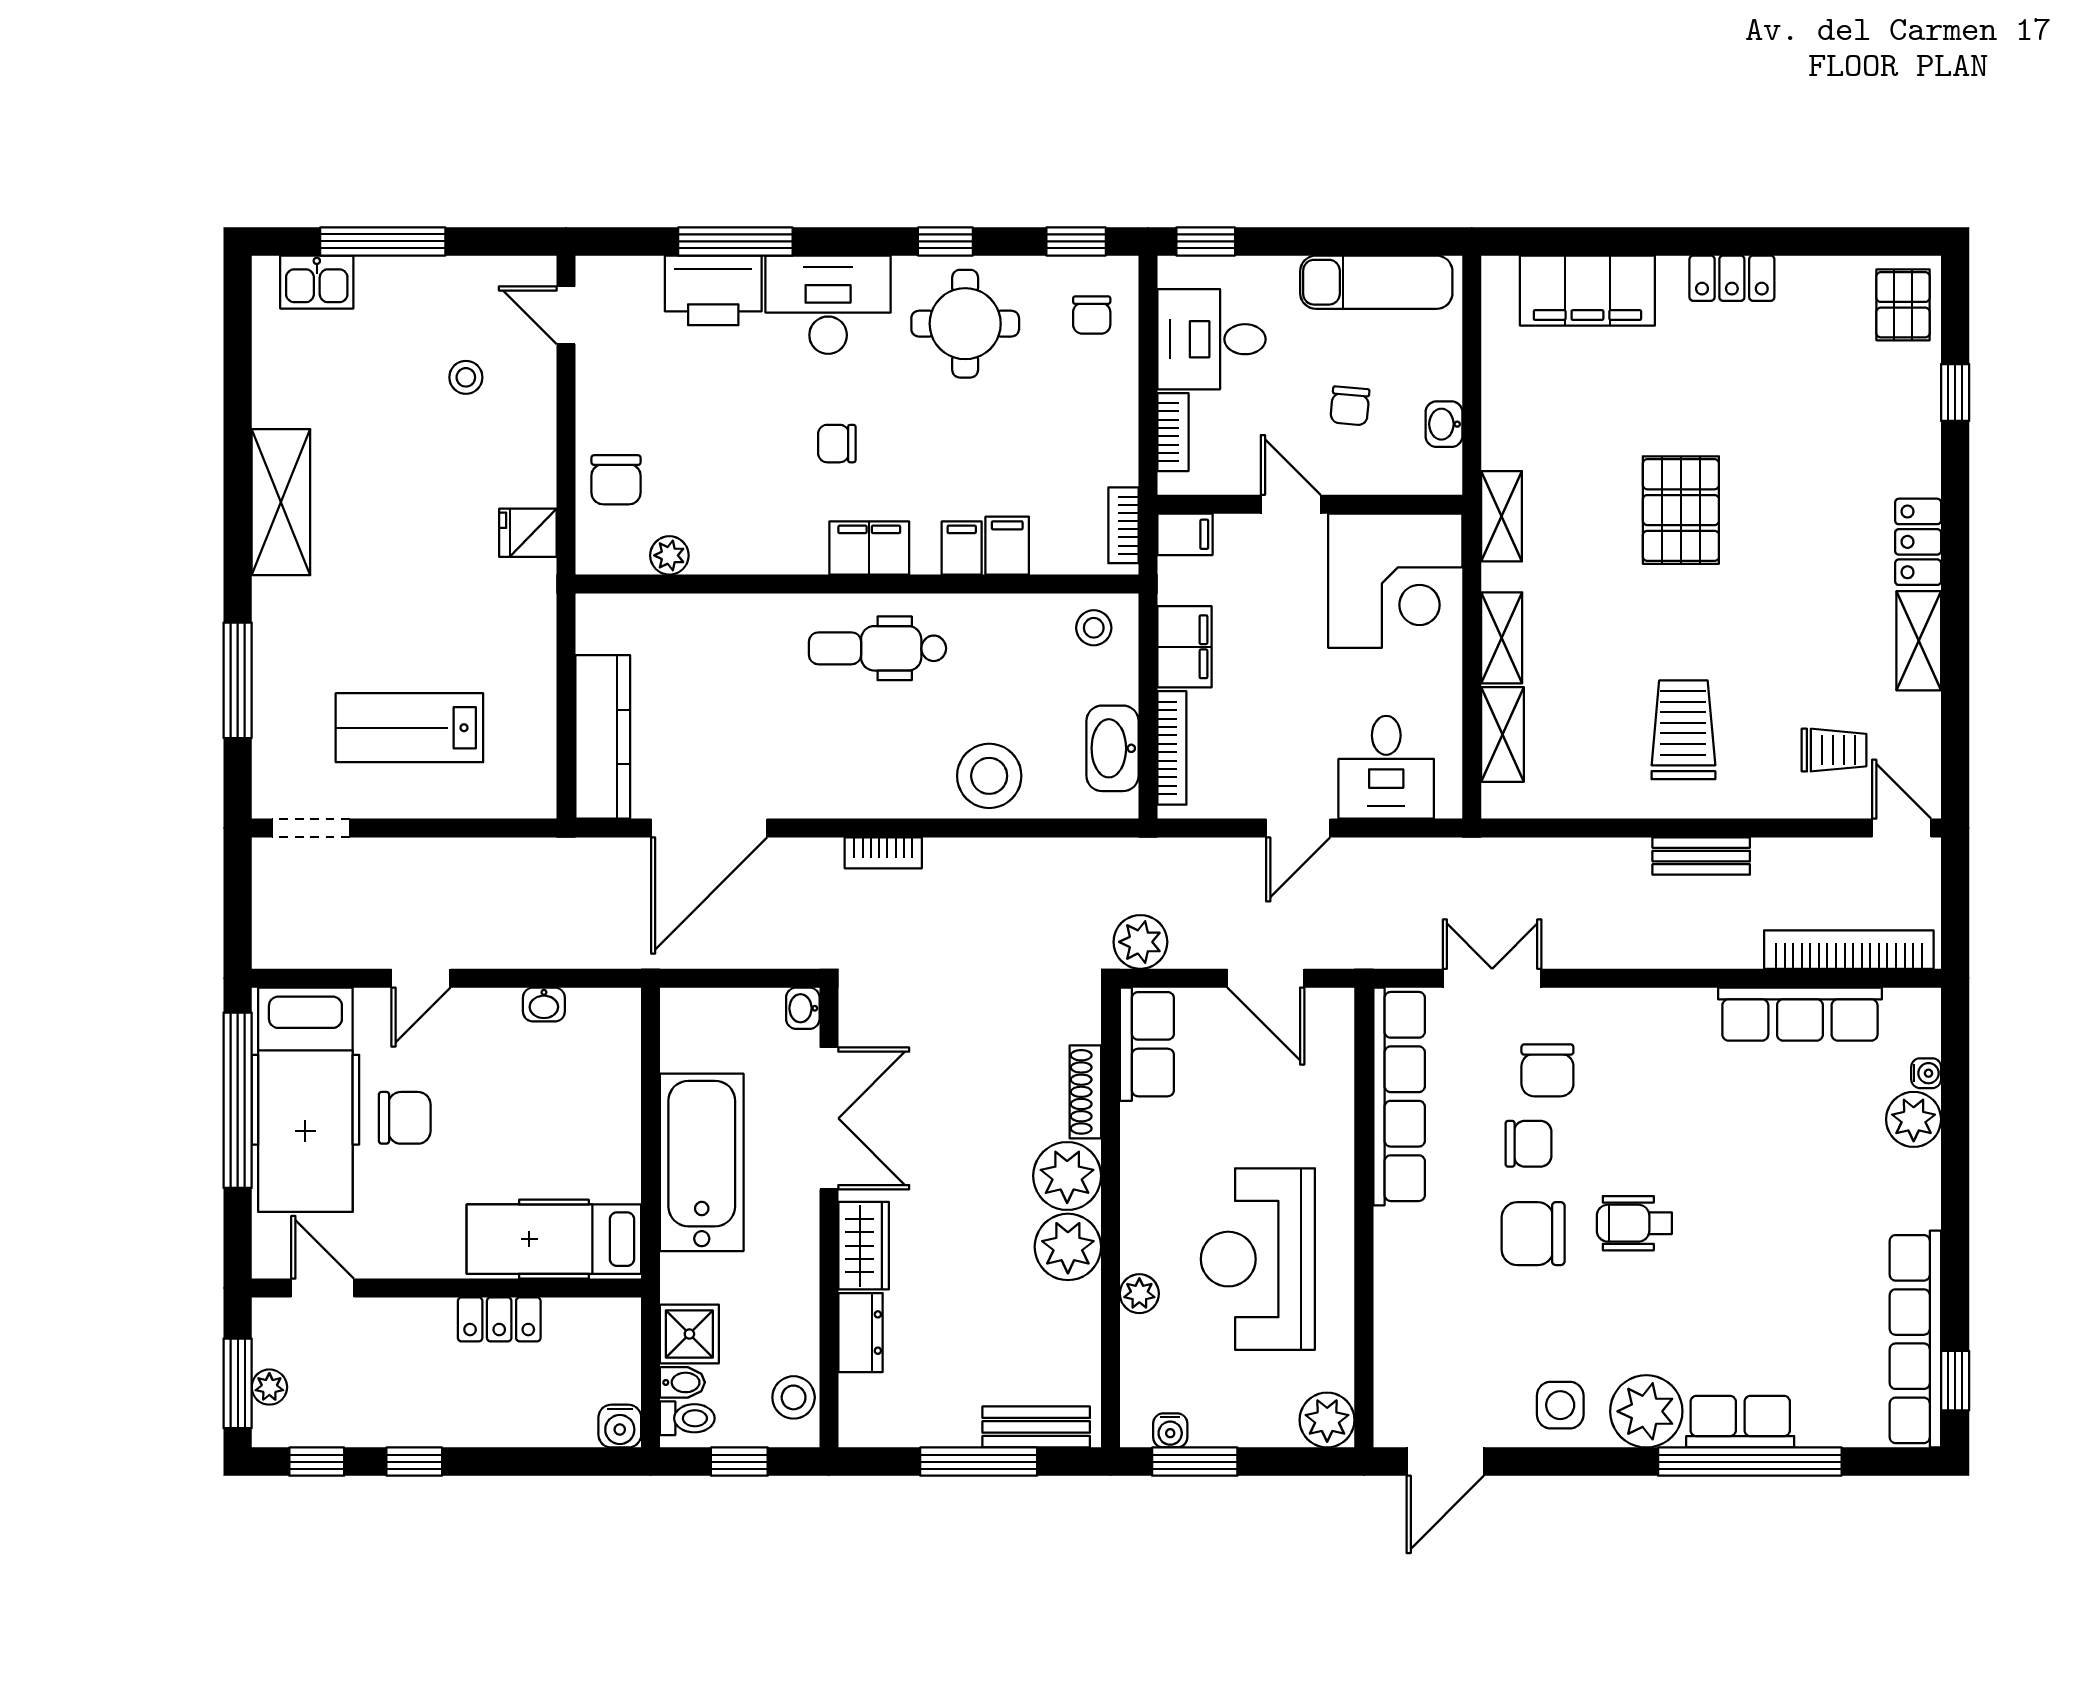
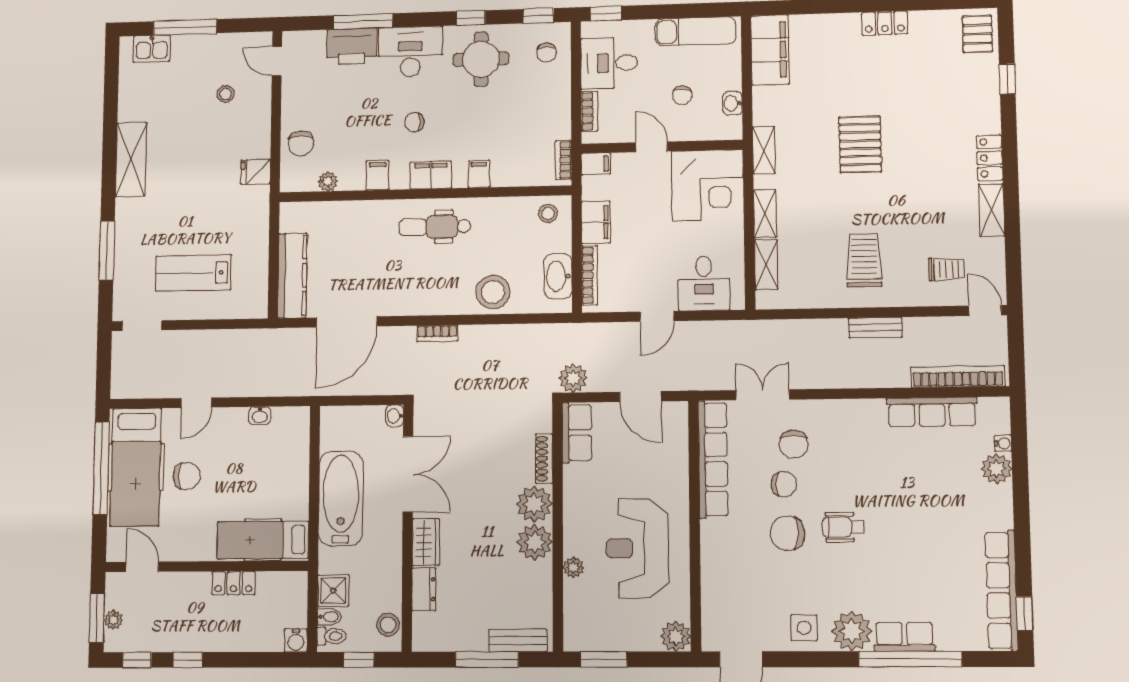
filing cabinet: (1587, 291) -> (770, 50), moved, turned -90
filing cabinet: (1007, 546) -> (377, 175), moved
water cooler: (1170, 1430) -> (590, 642), removed

